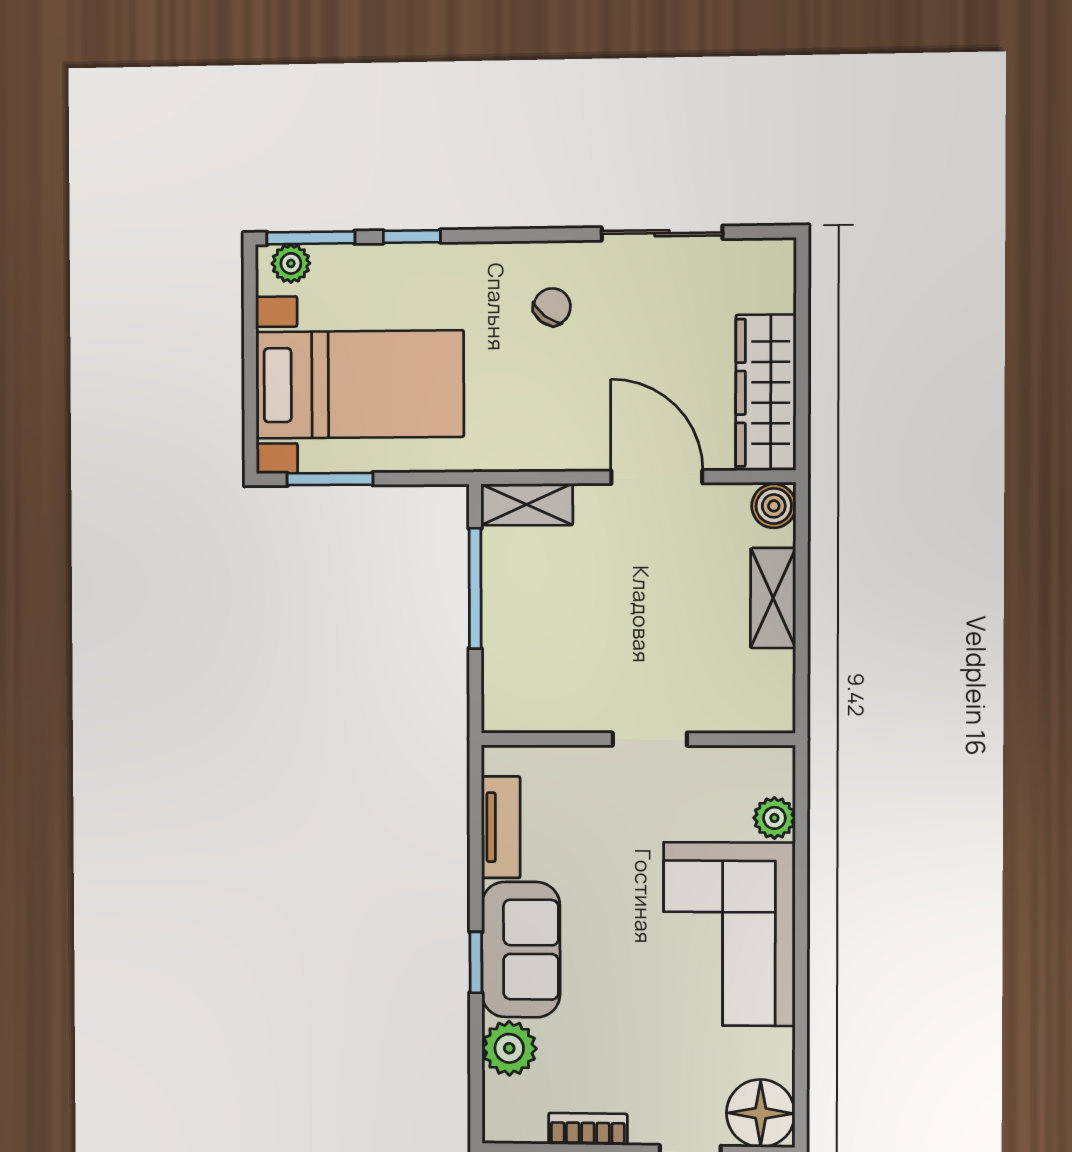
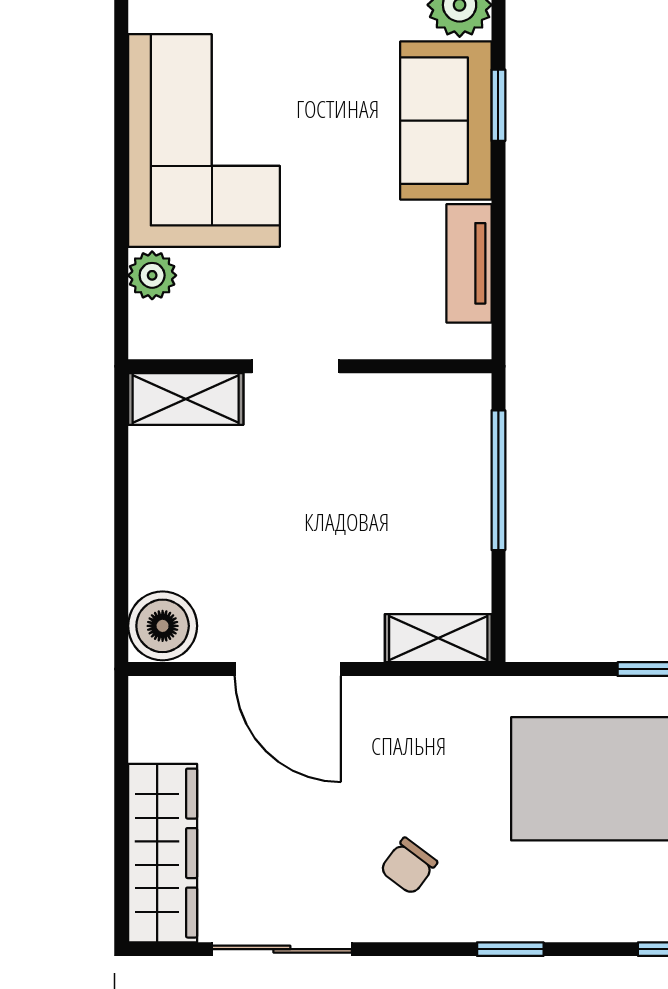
window: (412, 236) -> (510, 949), moved
wardrobe: (766, 393) -> (163, 853), moved
boiler: (774, 506) -> (163, 626), width x1.36, depth x1.36
window: (475, 588) -> (498, 480), moved
shelving: (773, 598) -> (186, 399), moved, turned 90

